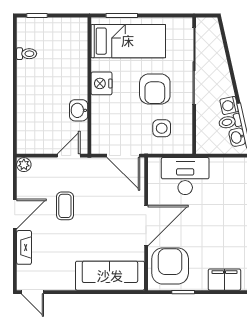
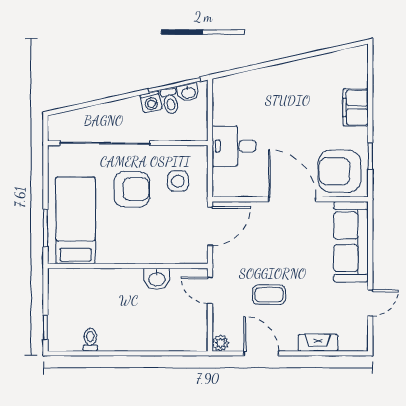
nightstand: (102, 83) -> (125, 252), removed
desk: (185, 176) -> (234, 146), width x0.73
door: (15, 214) -> (261, 353), moved
door: (33, 292) -> (370, 303), moved

